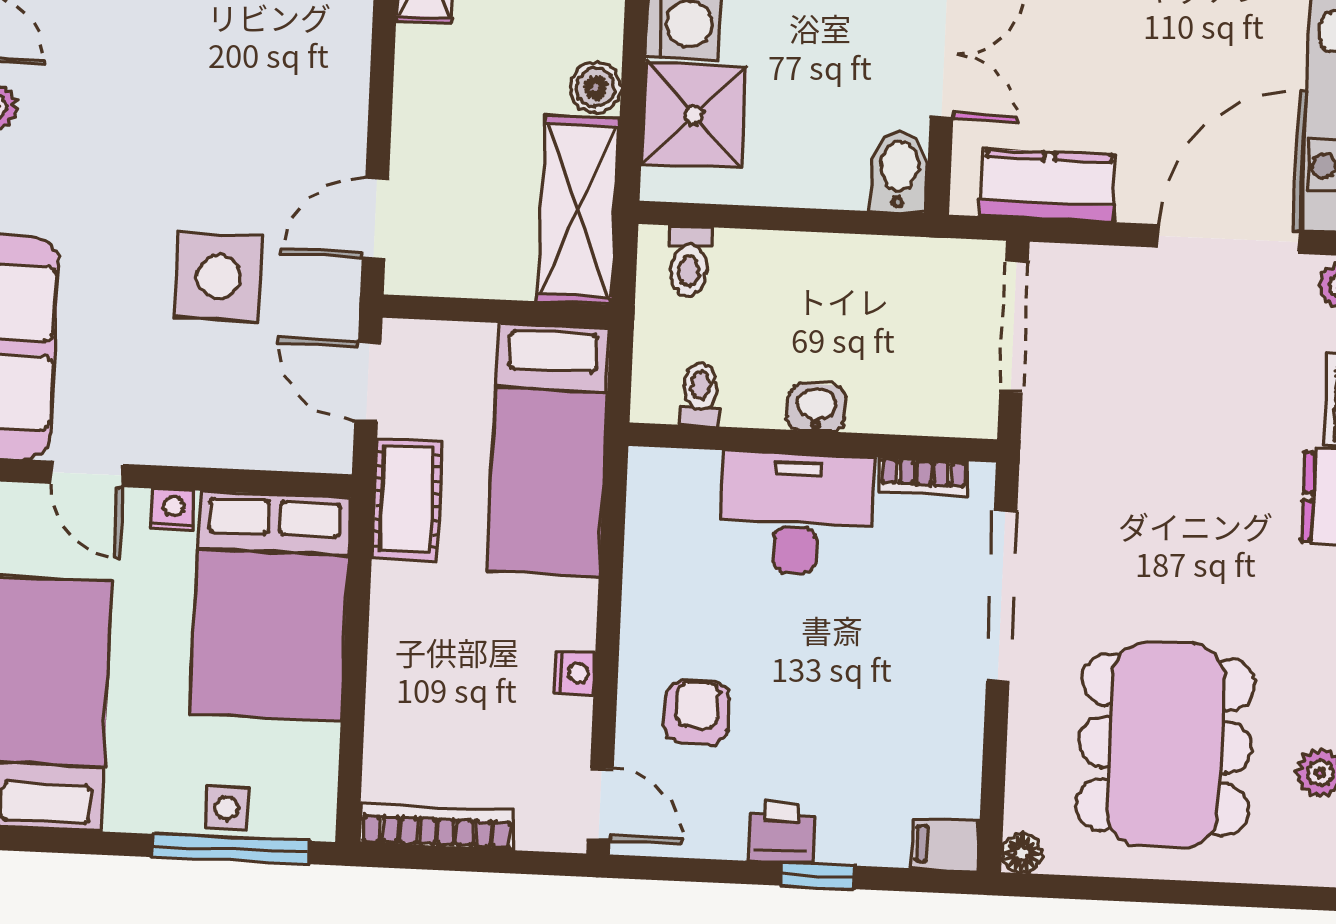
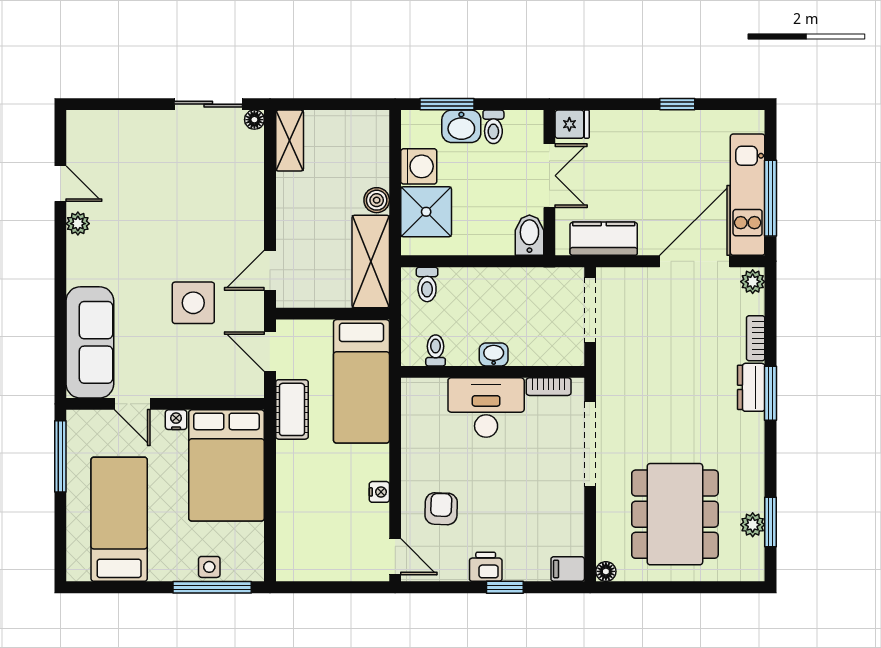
bookcase: (437, 827) -> (314, 572), removed

